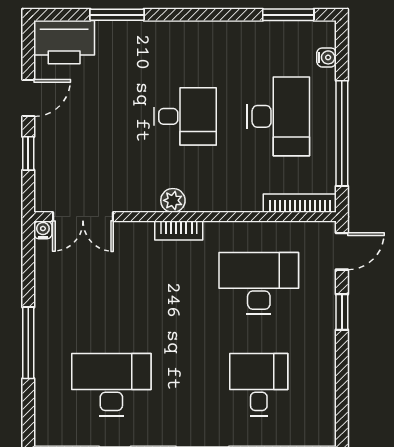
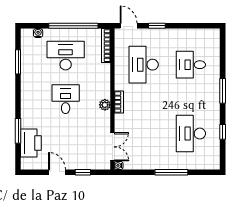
window: (288, 15) -> (18, 62), moved
printer: (64, 42) -> (31, 143), moved

